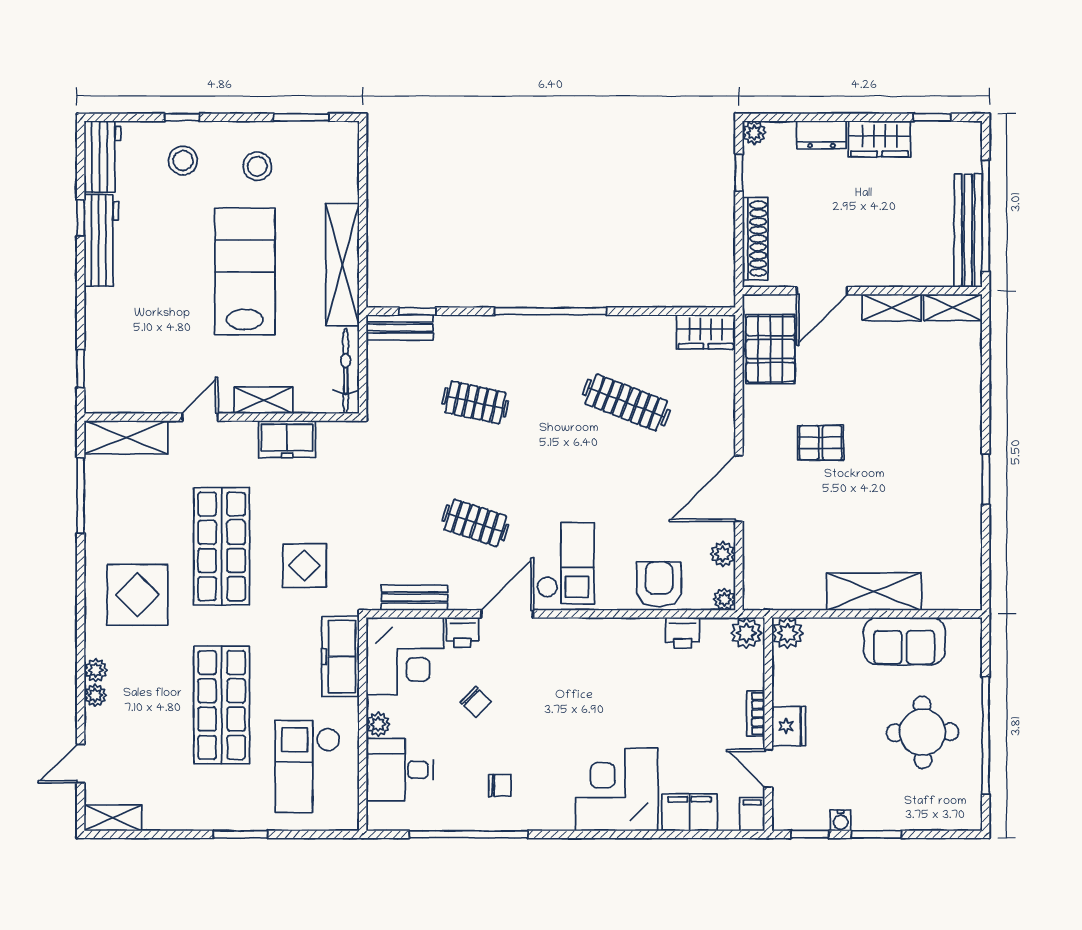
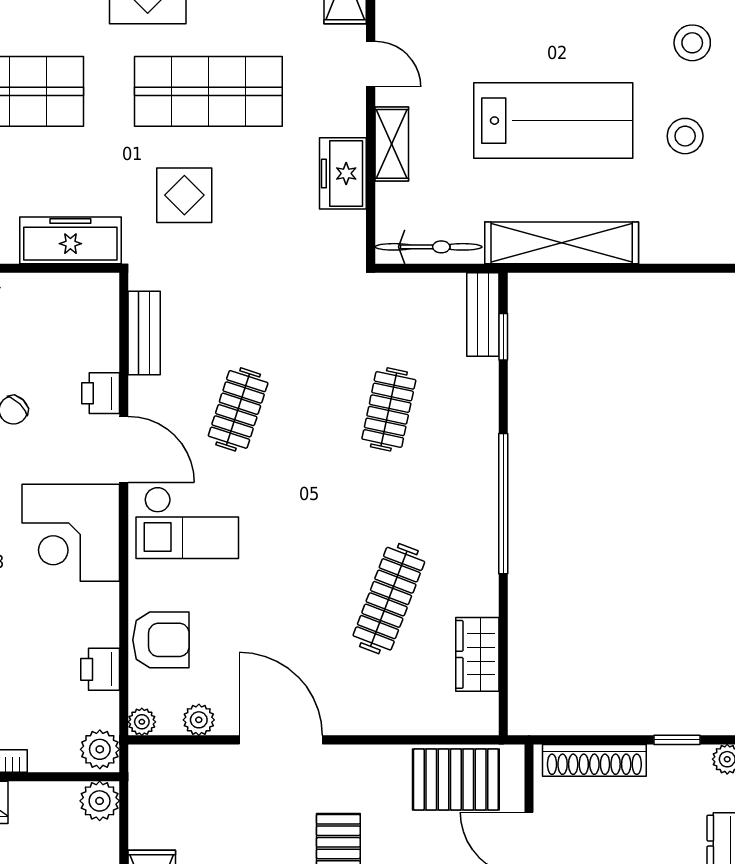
wardrobe: (706, 332) -> (477, 654), moved
corner desk: (405, 656) -> (71, 533), moved

